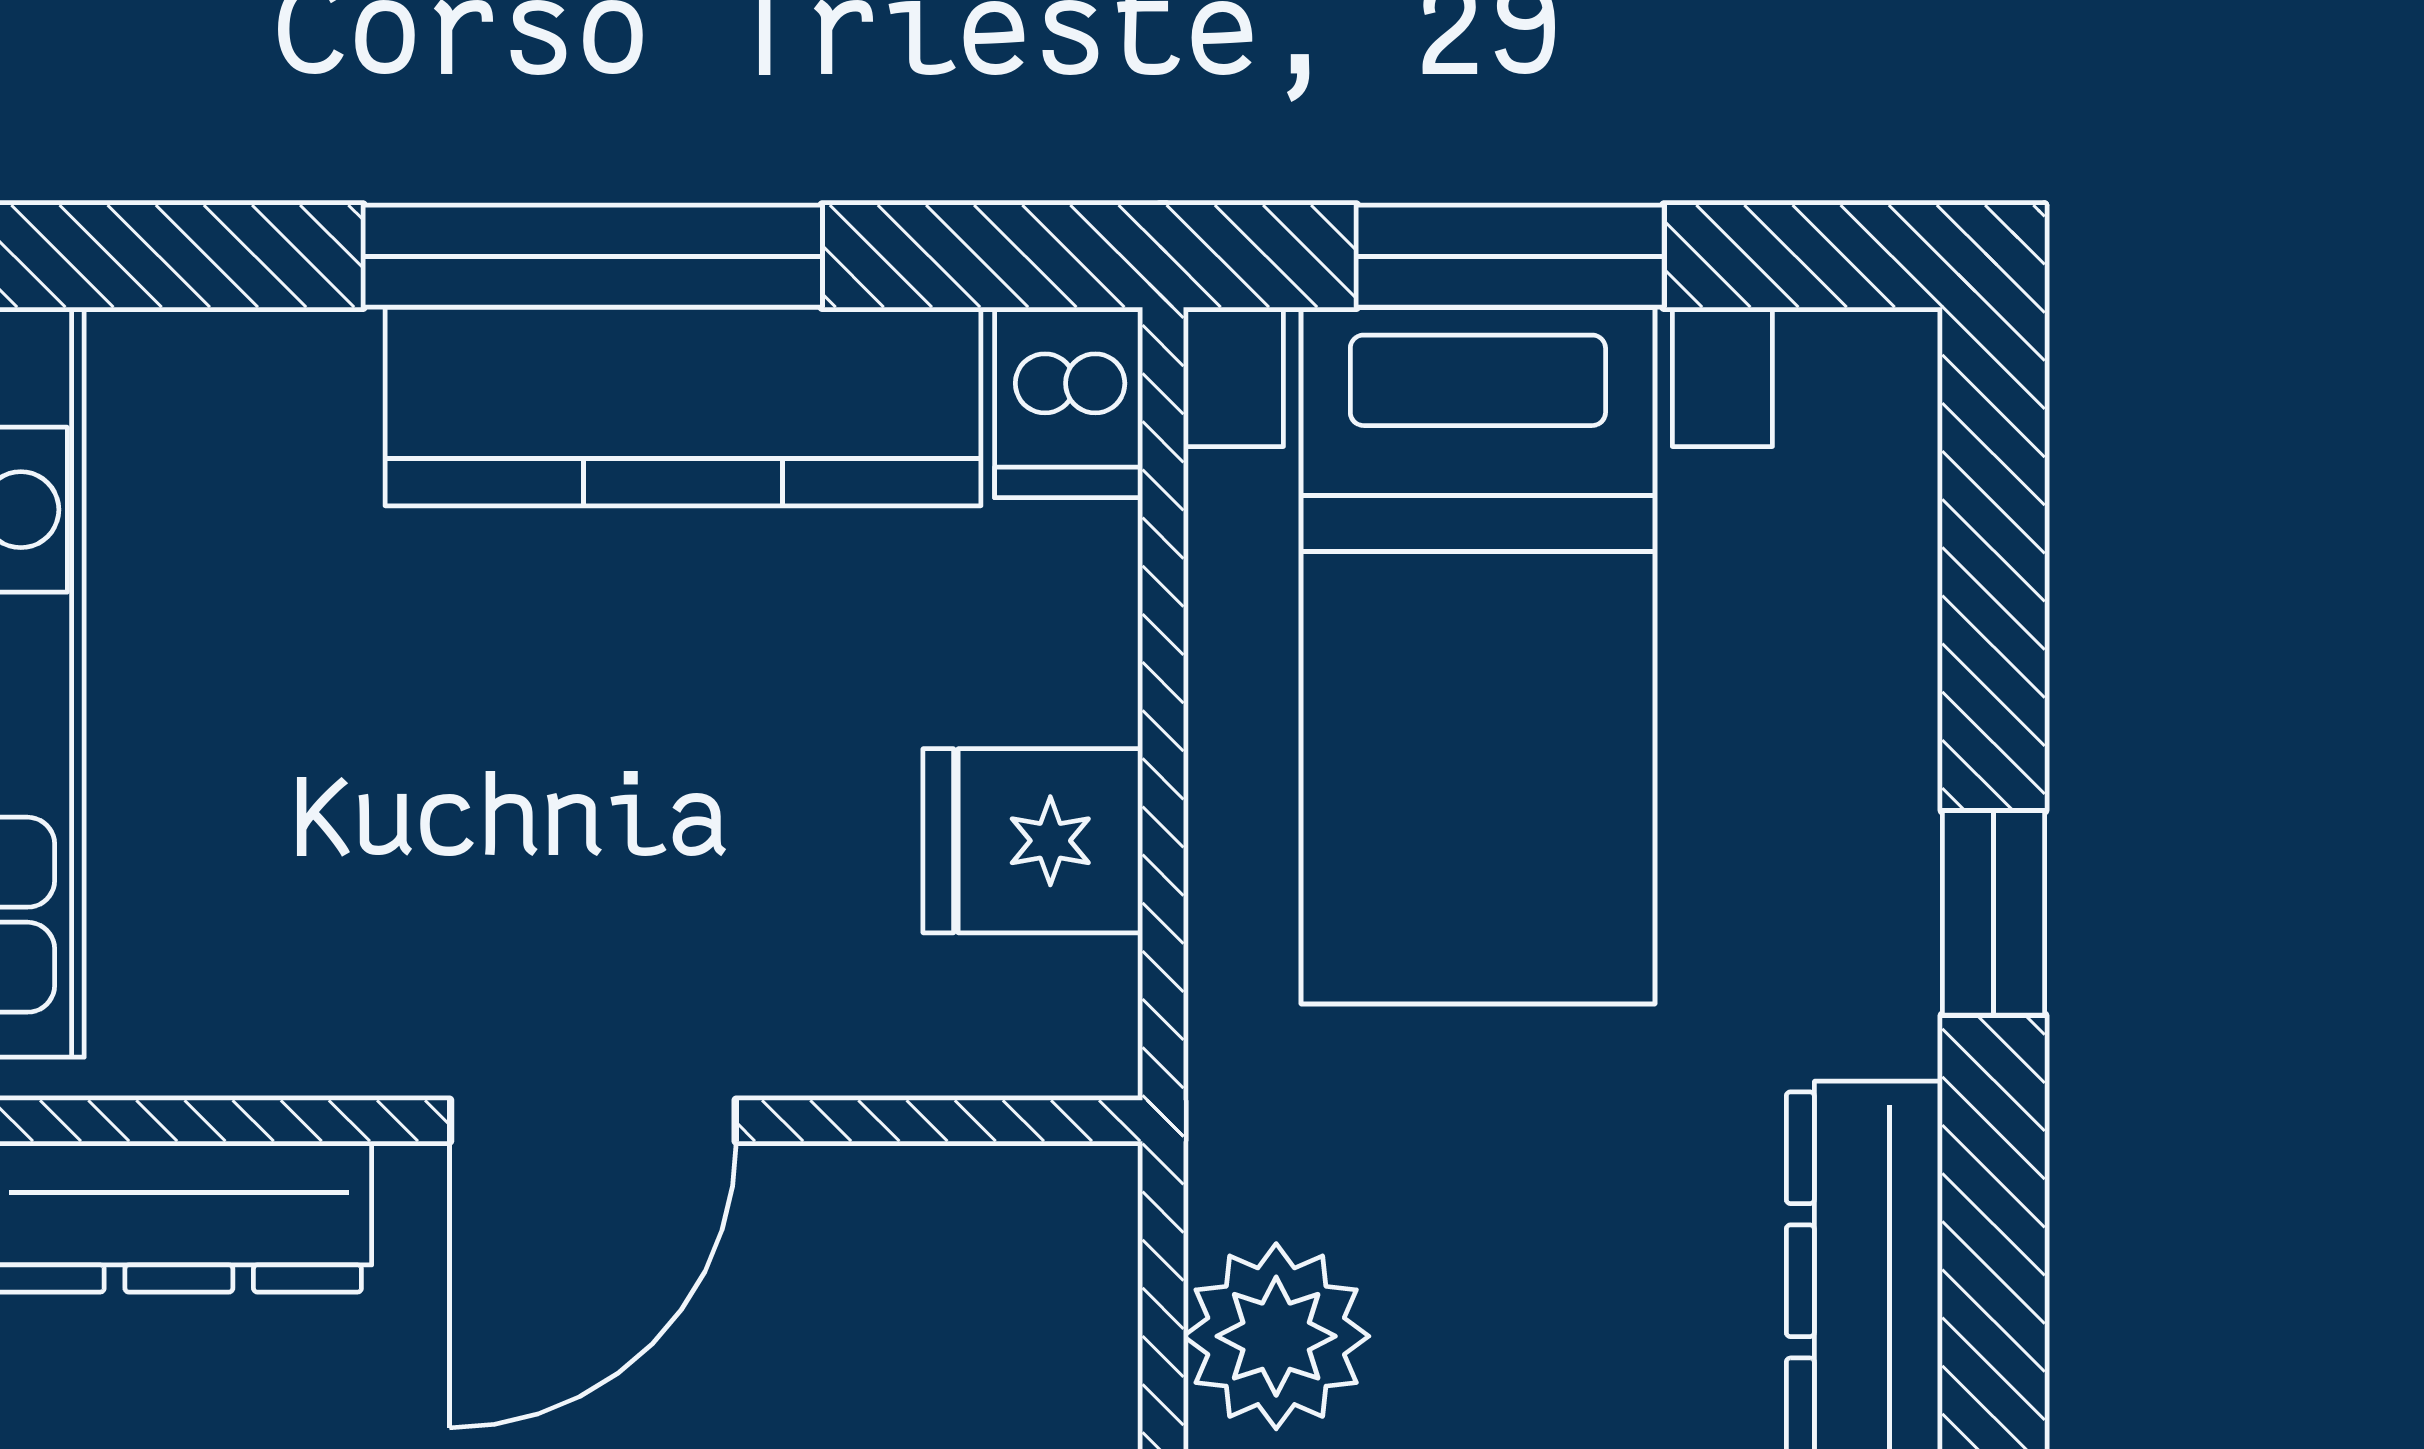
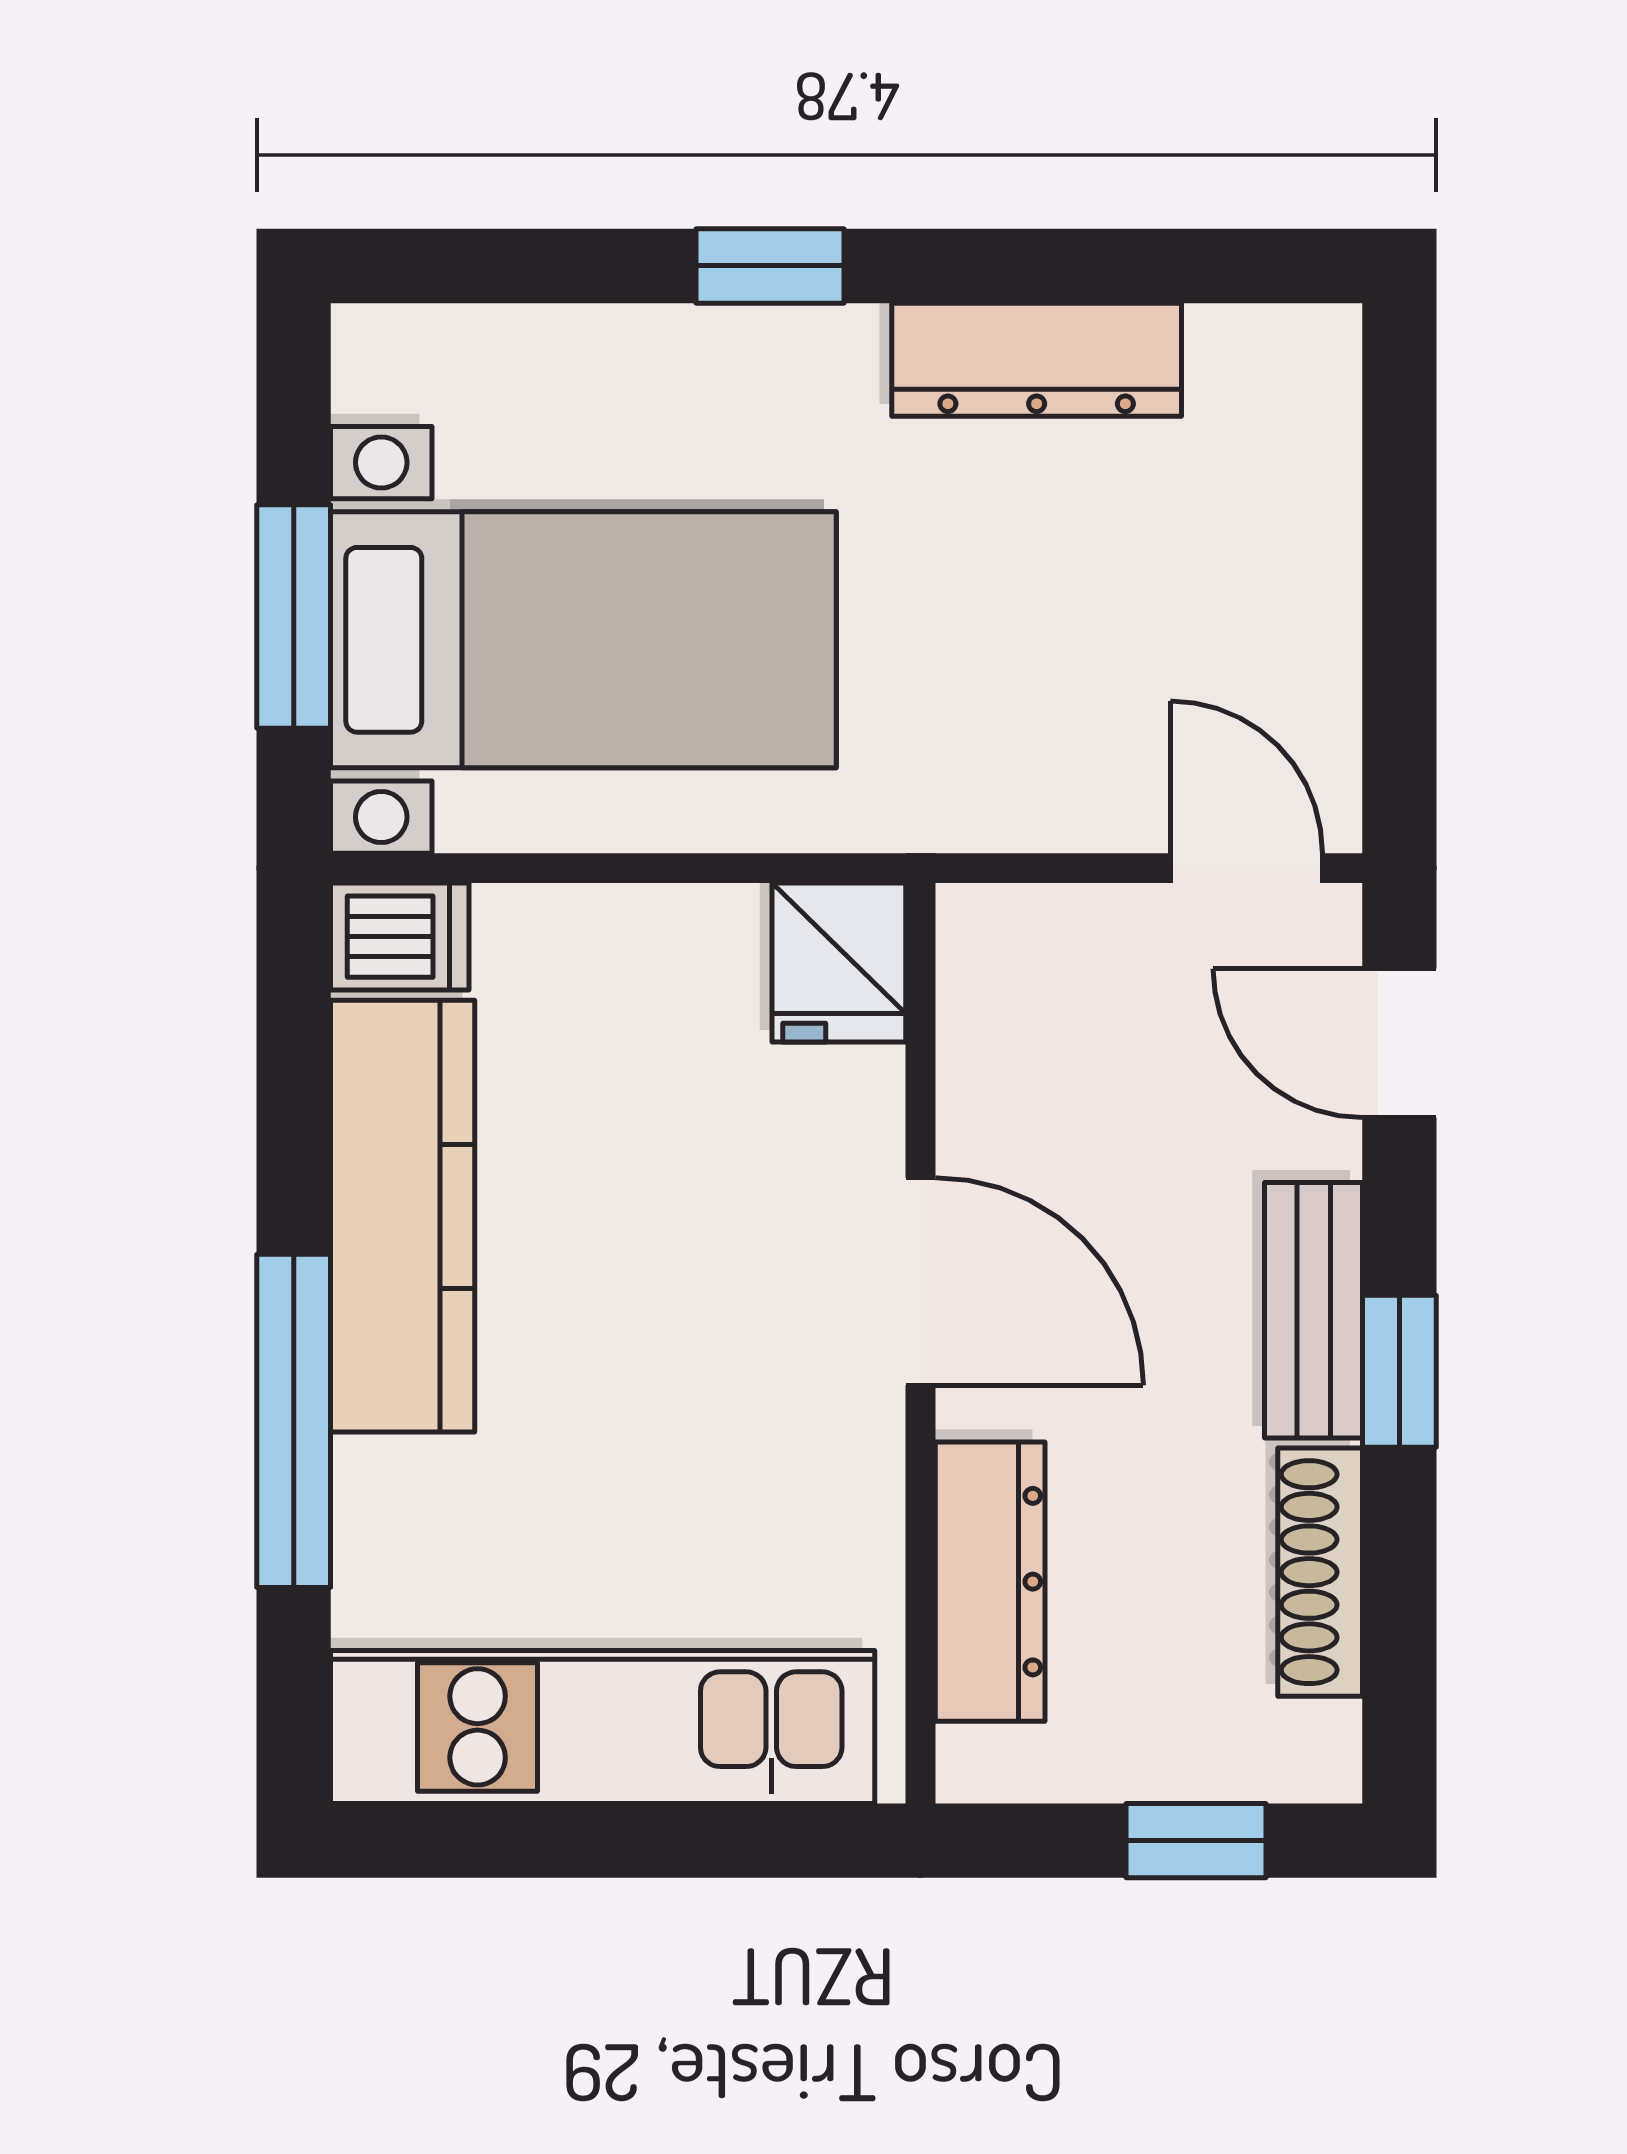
window: (593, 256) -> (294, 1421), moved
fridge: (1033, 841) -> (839, 963), moved
plant: (1276, 1336) -> (1077, 786), removed

